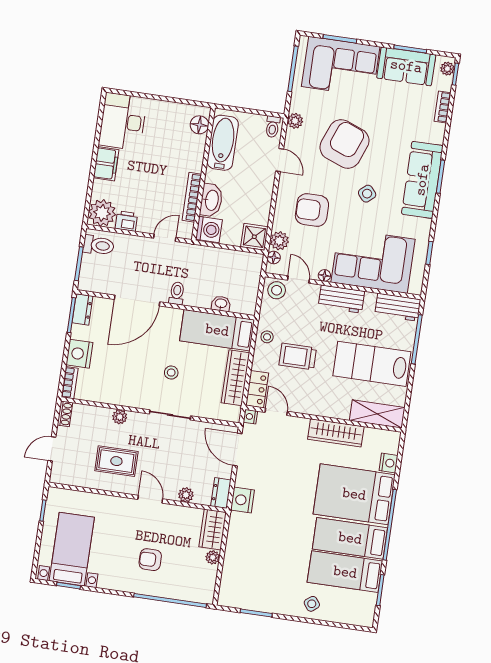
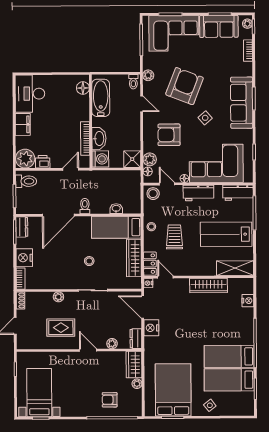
trolley: (298, 357) -> (174, 237), turned 90
bed: (354, 494) -> (173, 390), moved, turned 90
nightstand: (242, 500) -> (151, 328), moved
armchair: (150, 560) -> (110, 400), moved

